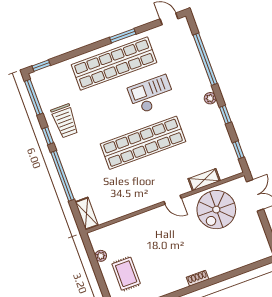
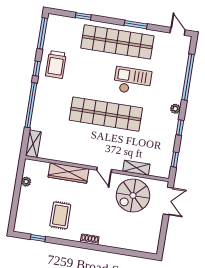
window: (41, 66) -> (83, 16), moved
wardrobe: (139, 223) -> (69, 173), added
rug: (126, 274) -> (60, 215), moved

